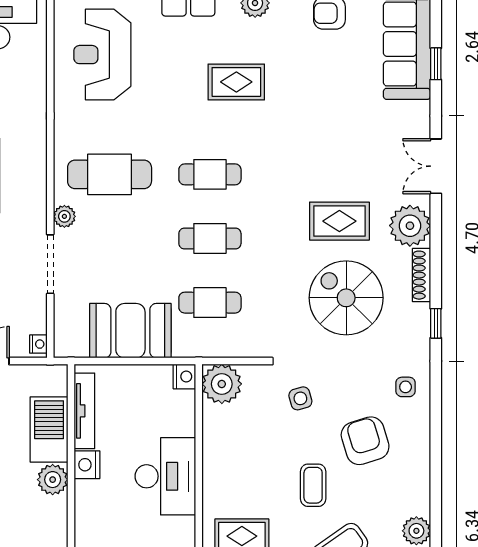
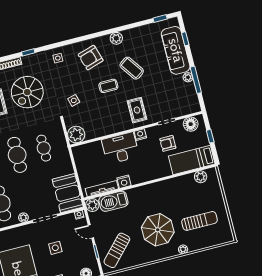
cafe table: (210, 238) -> (17, 155), width x1.37, depth x1.35
booth: (130, 331) -> (68, 193), moved
nightstand: (184, 377) -> (140, 135), moved
armchair: (365, 441) -> (91, 58), moved
plant: (53, 480) -> (92, 205), moved

